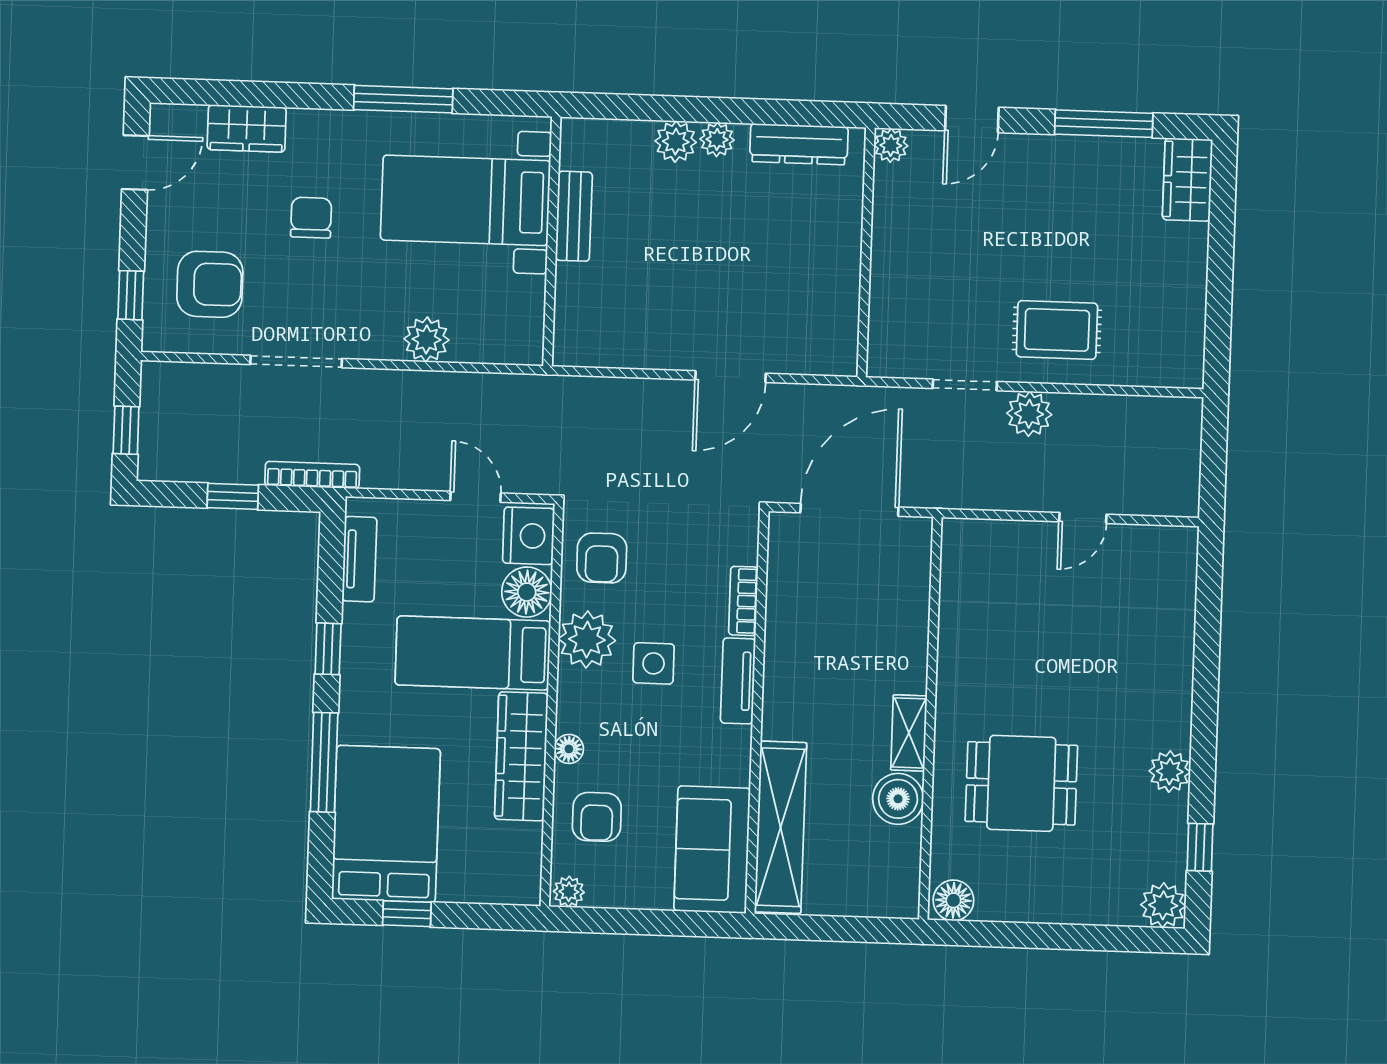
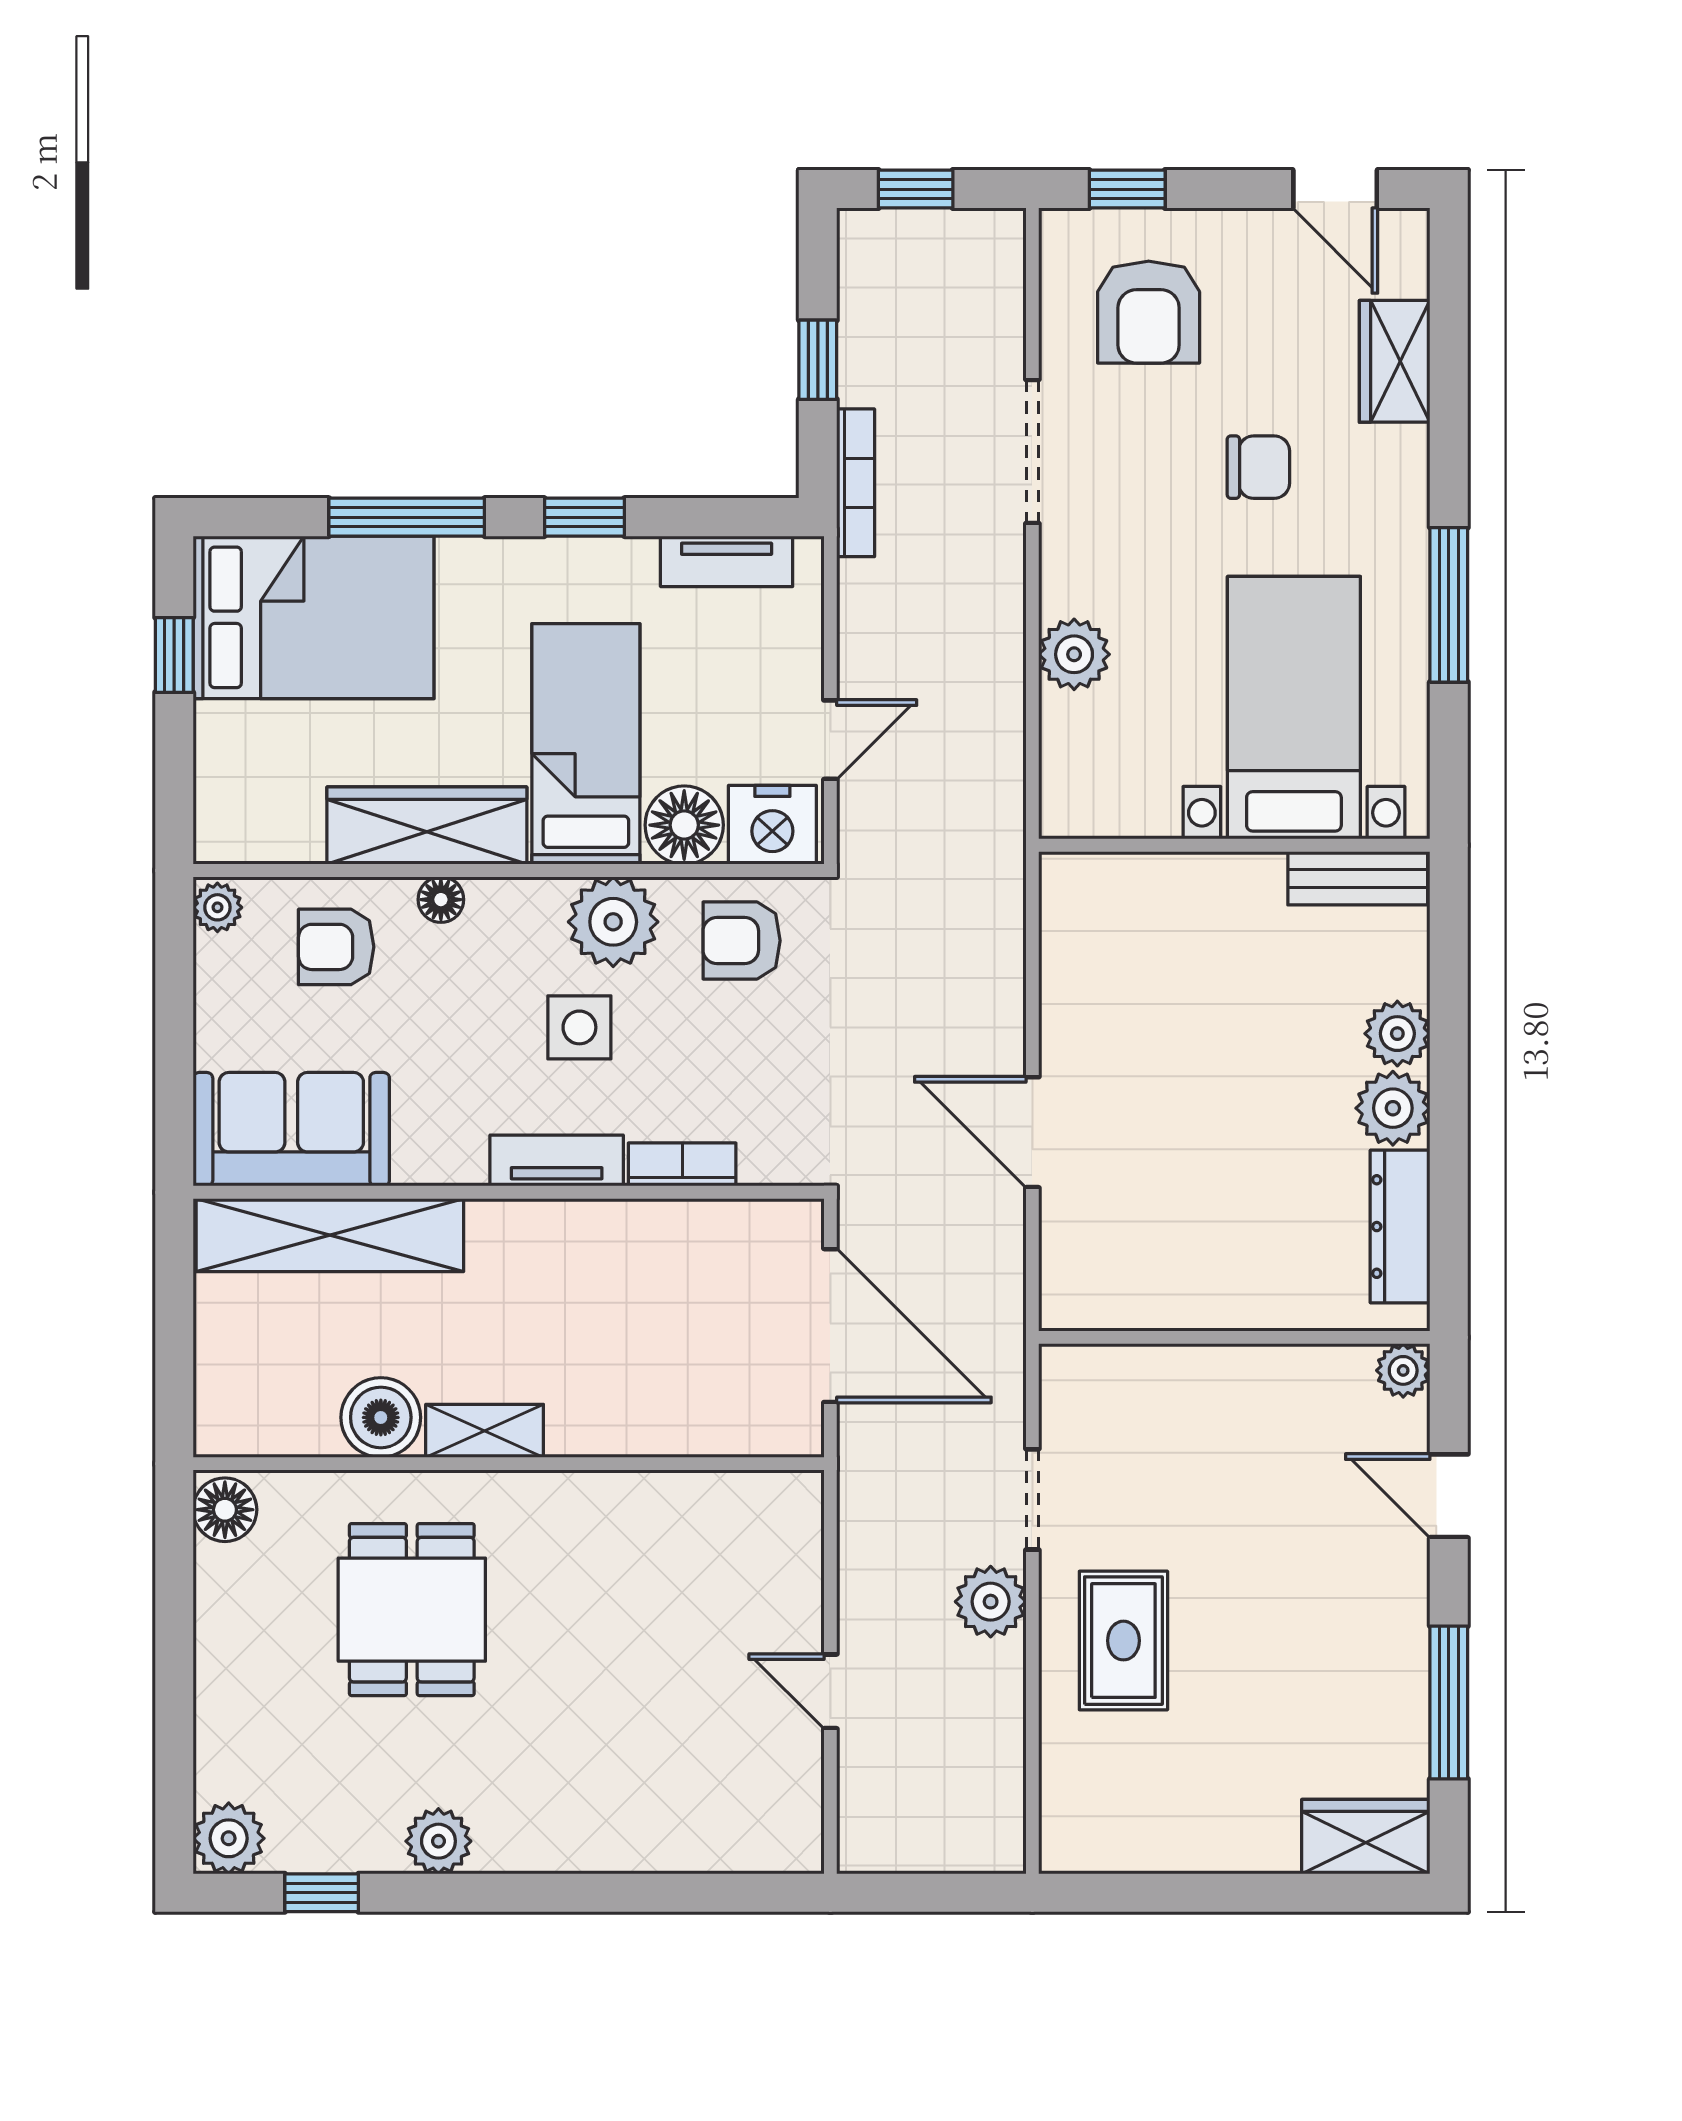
plant: (717, 139) -> (1393, 1108), width x1.38, depth x1.38
bench: (574, 216) -> (1358, 878), moved

